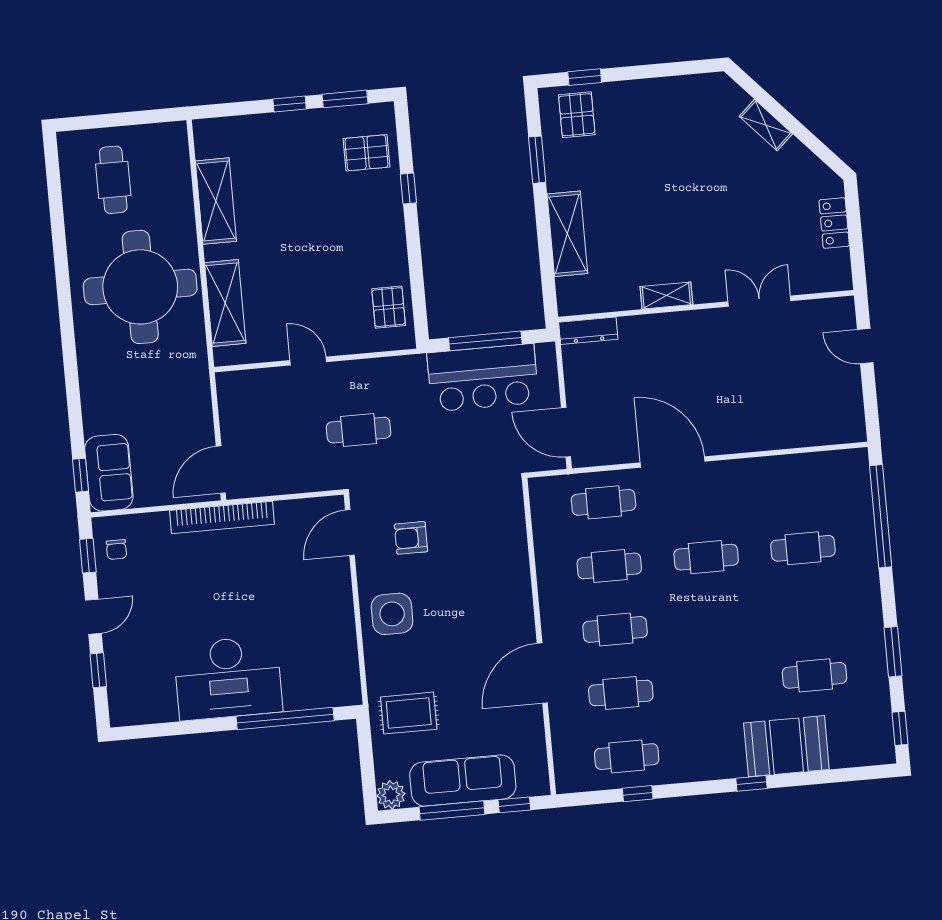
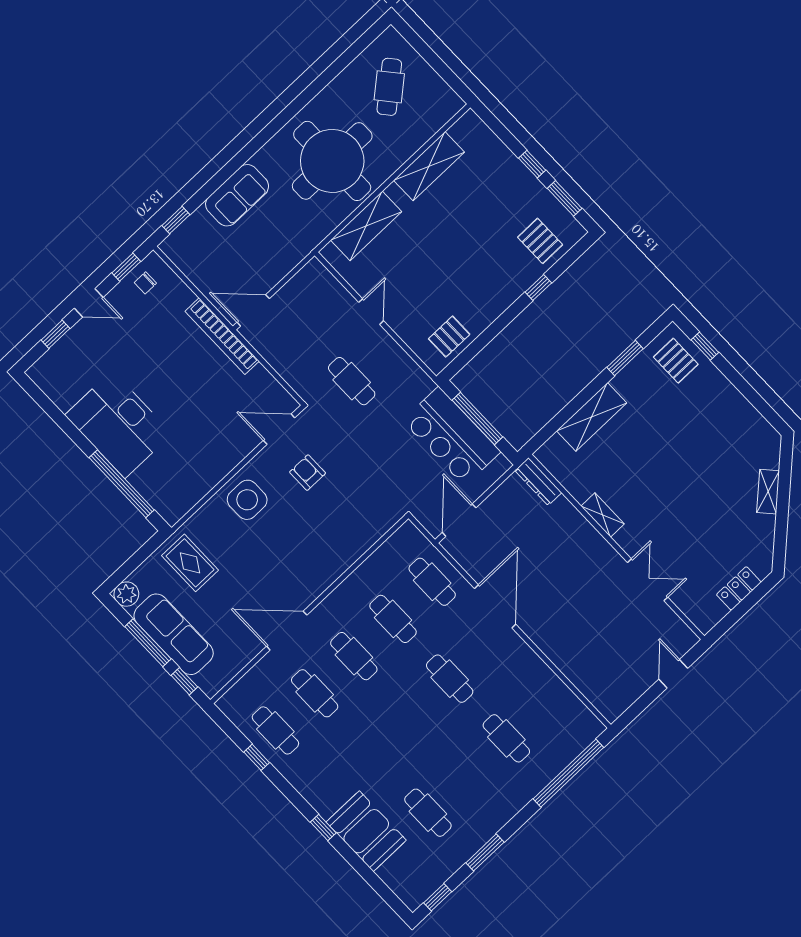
pallet: (577, 115) -> (676, 361), turned 90
cafe table: (113, 180) -> (389, 87), turned -40
sofa: (109, 473) -> (237, 195), moved

